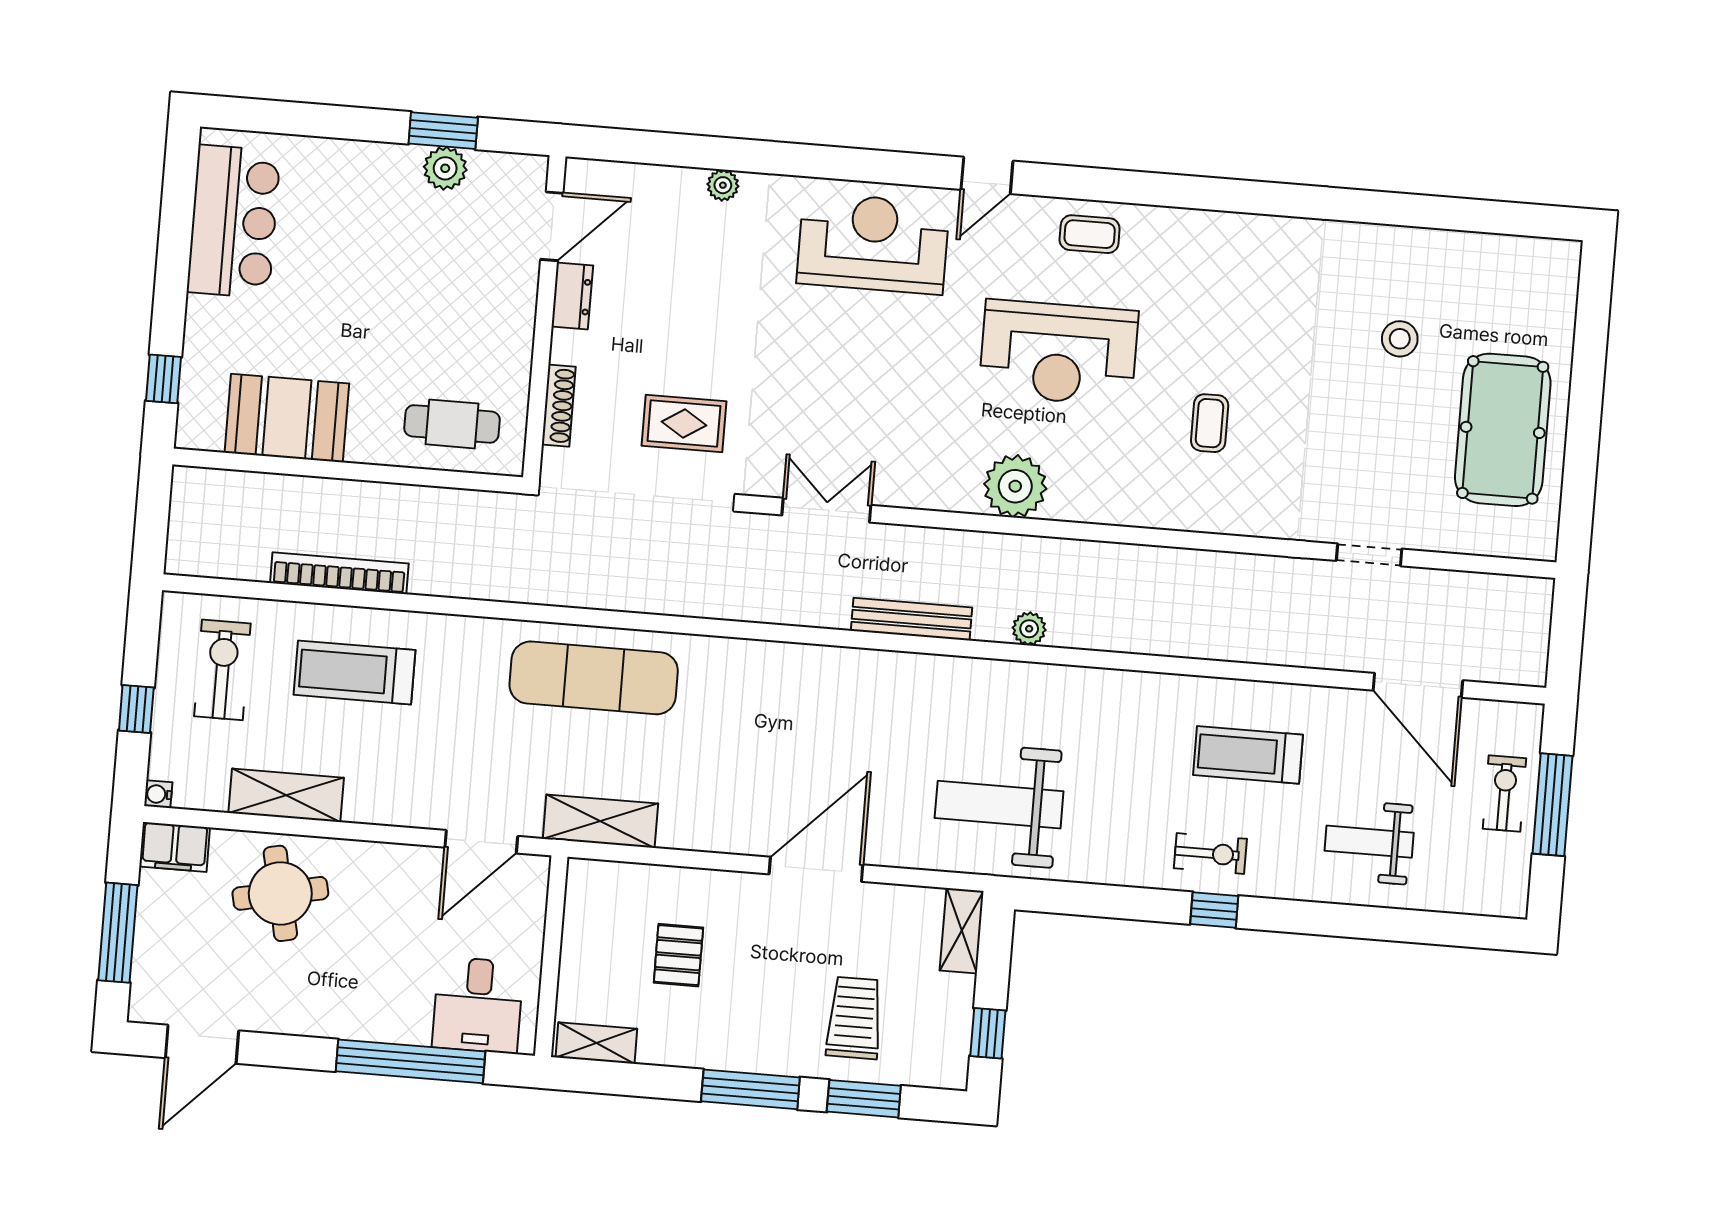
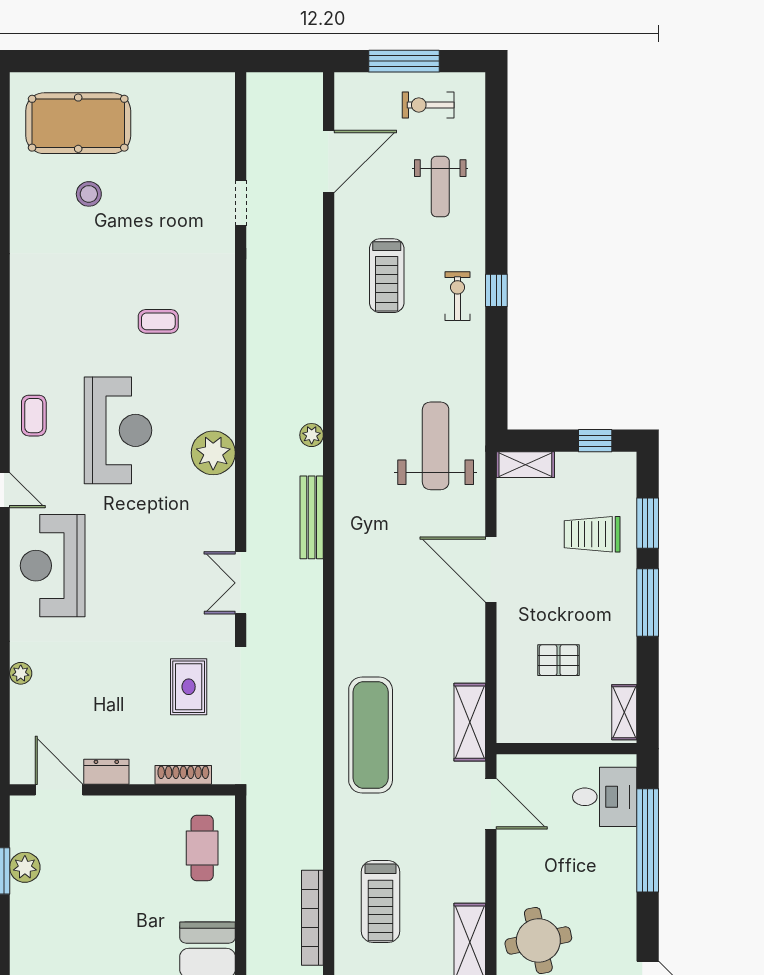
pool table: (1503, 430) -> (78, 123), moved
exercise bike: (1504, 794) -> (428, 105), moved
weight bench: (999, 805) -> (436, 446), turned 180

